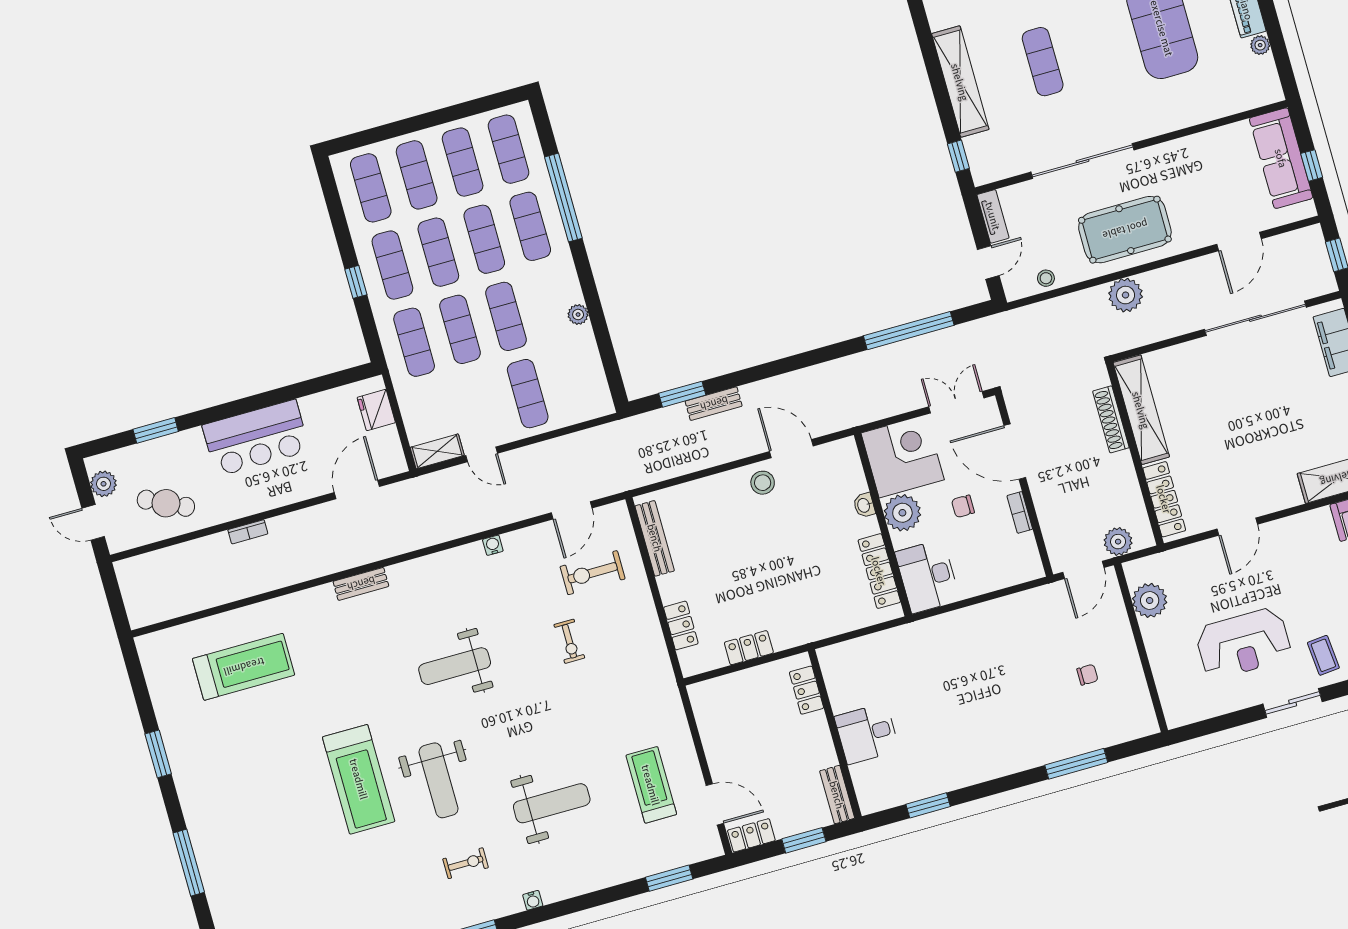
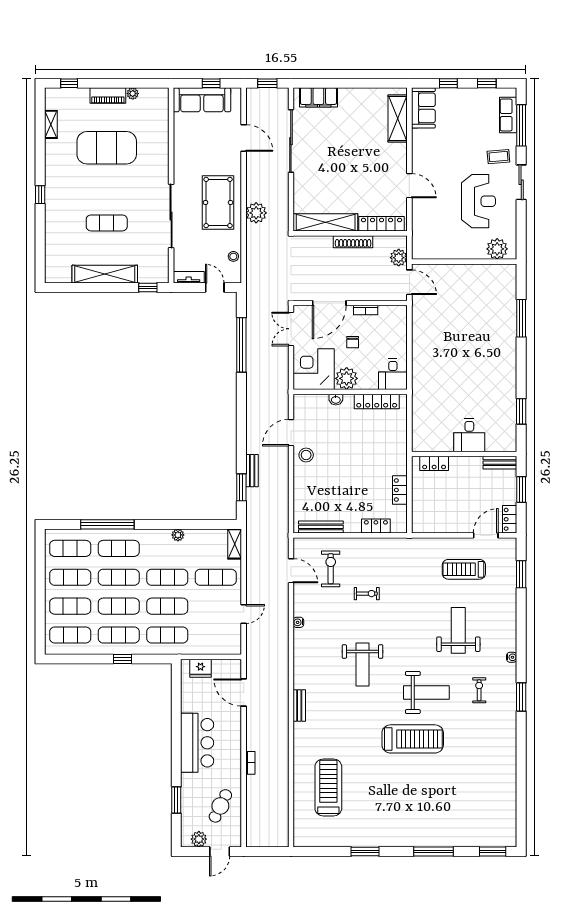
shoe rack: (1111, 419) -> (353, 242), moved
shelving: (437, 451) -> (235, 544), moved
exercise bike: (593, 573) -> (331, 569), turned 180
desk: (928, 576) -> (393, 374), width x0.73
plant: (1150, 600) -> (497, 249), moved
chair: (1087, 675) -> (471, 297), removed

